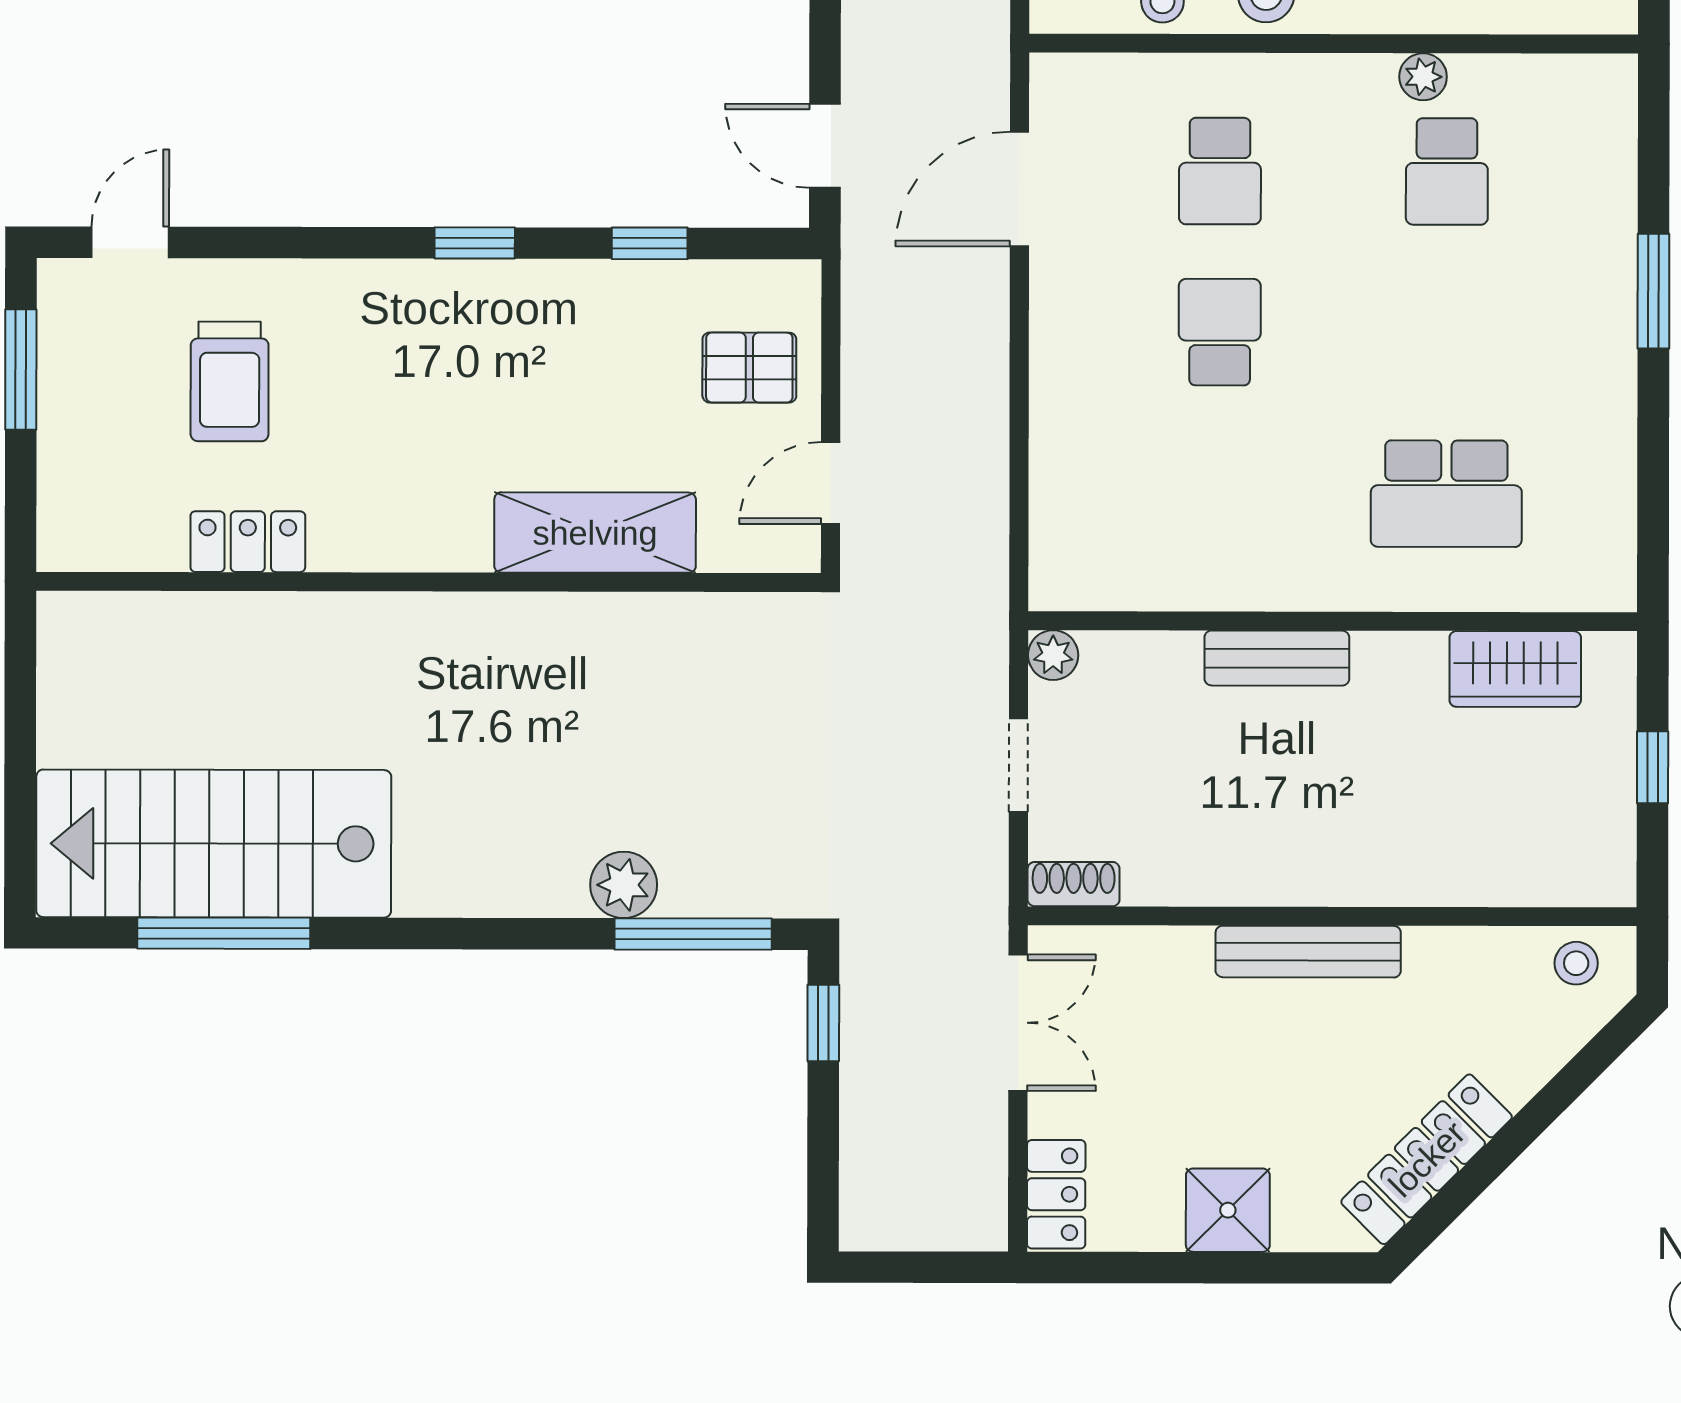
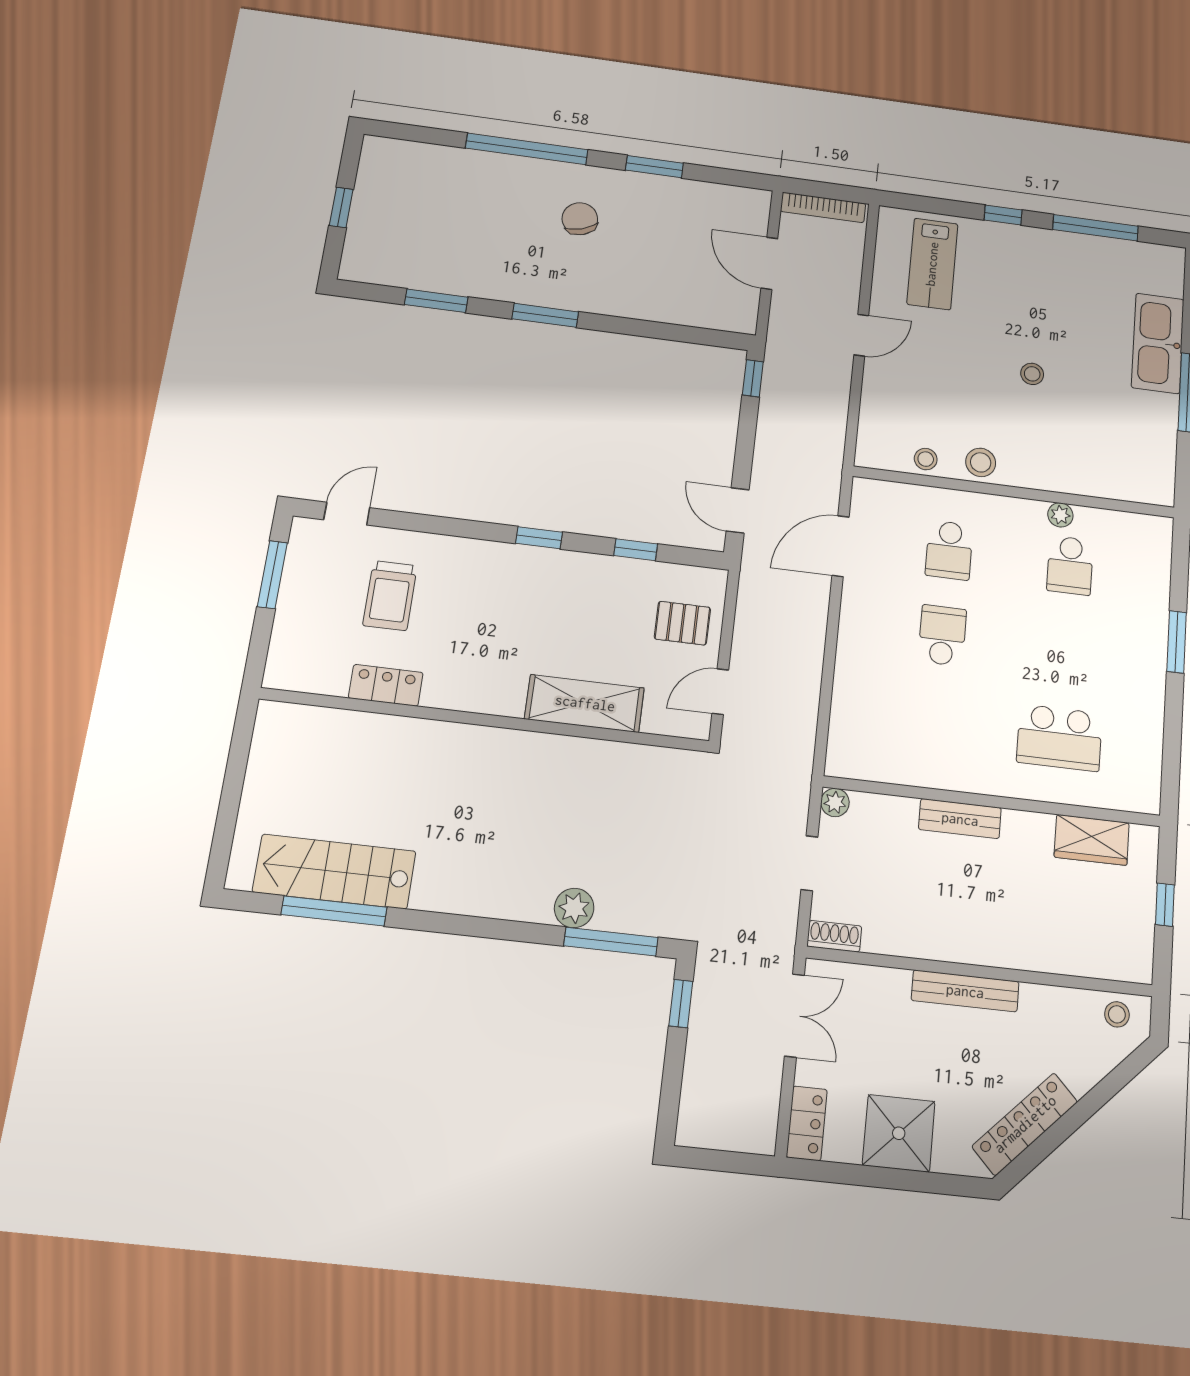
stairs: (214, 844) -> (334, 872), width x0.73, depth x0.66
shower: (1228, 1210) -> (899, 1133), width x1.36, depth x1.36

